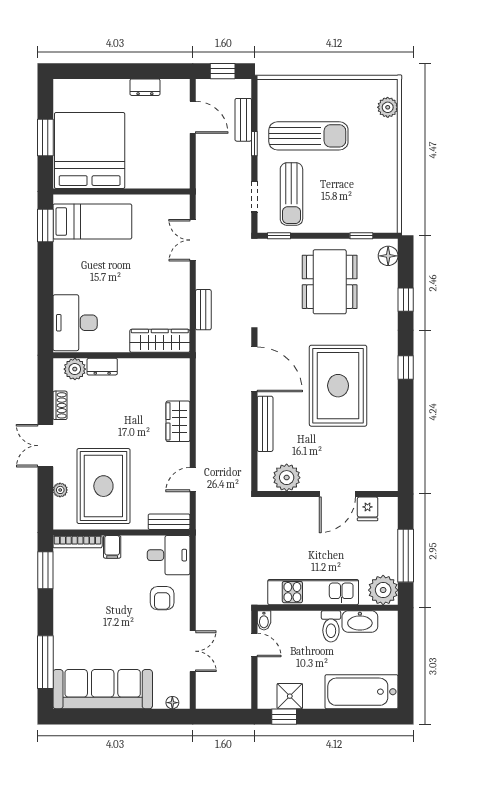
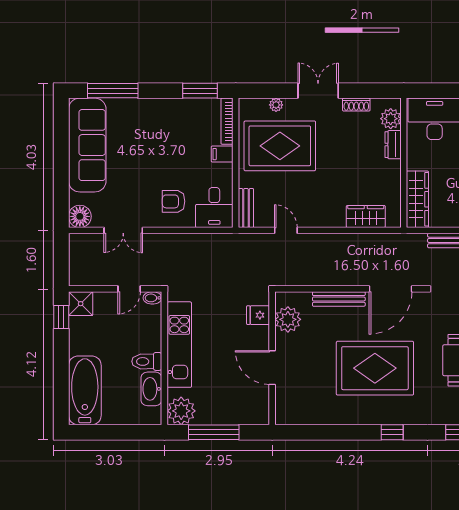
wardrobe: (178, 421) -> (366, 216), moved
fridge: (368, 509) -> (258, 315), moved
shower: (290, 696) -> (81, 304), moved
floor lamp: (172, 703) -> (80, 216), width x1.89, depth x1.89

